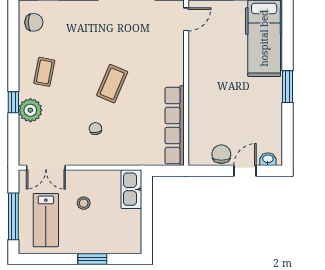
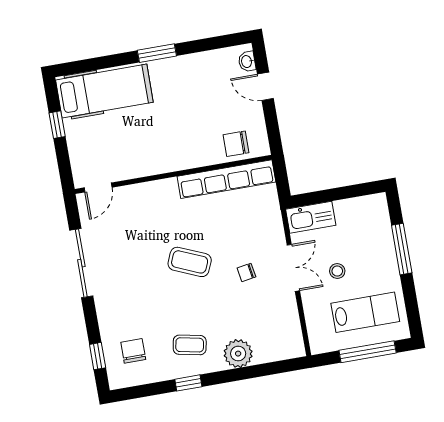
door: (186, 19) -> (98, 187), swing flipped
chair: (34, 22) -> (133, 351), moved
window: (13, 102) -> (188, 383), moved
chair: (221, 154) -> (236, 144), moved
double door: (46, 168) -> (293, 268), moved
window: (92, 259) -> (402, 249), width x1.44

